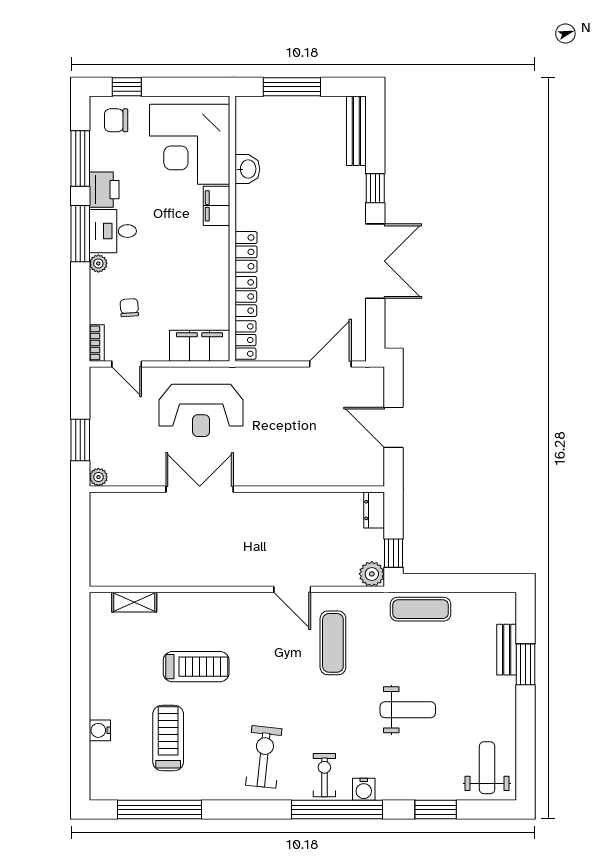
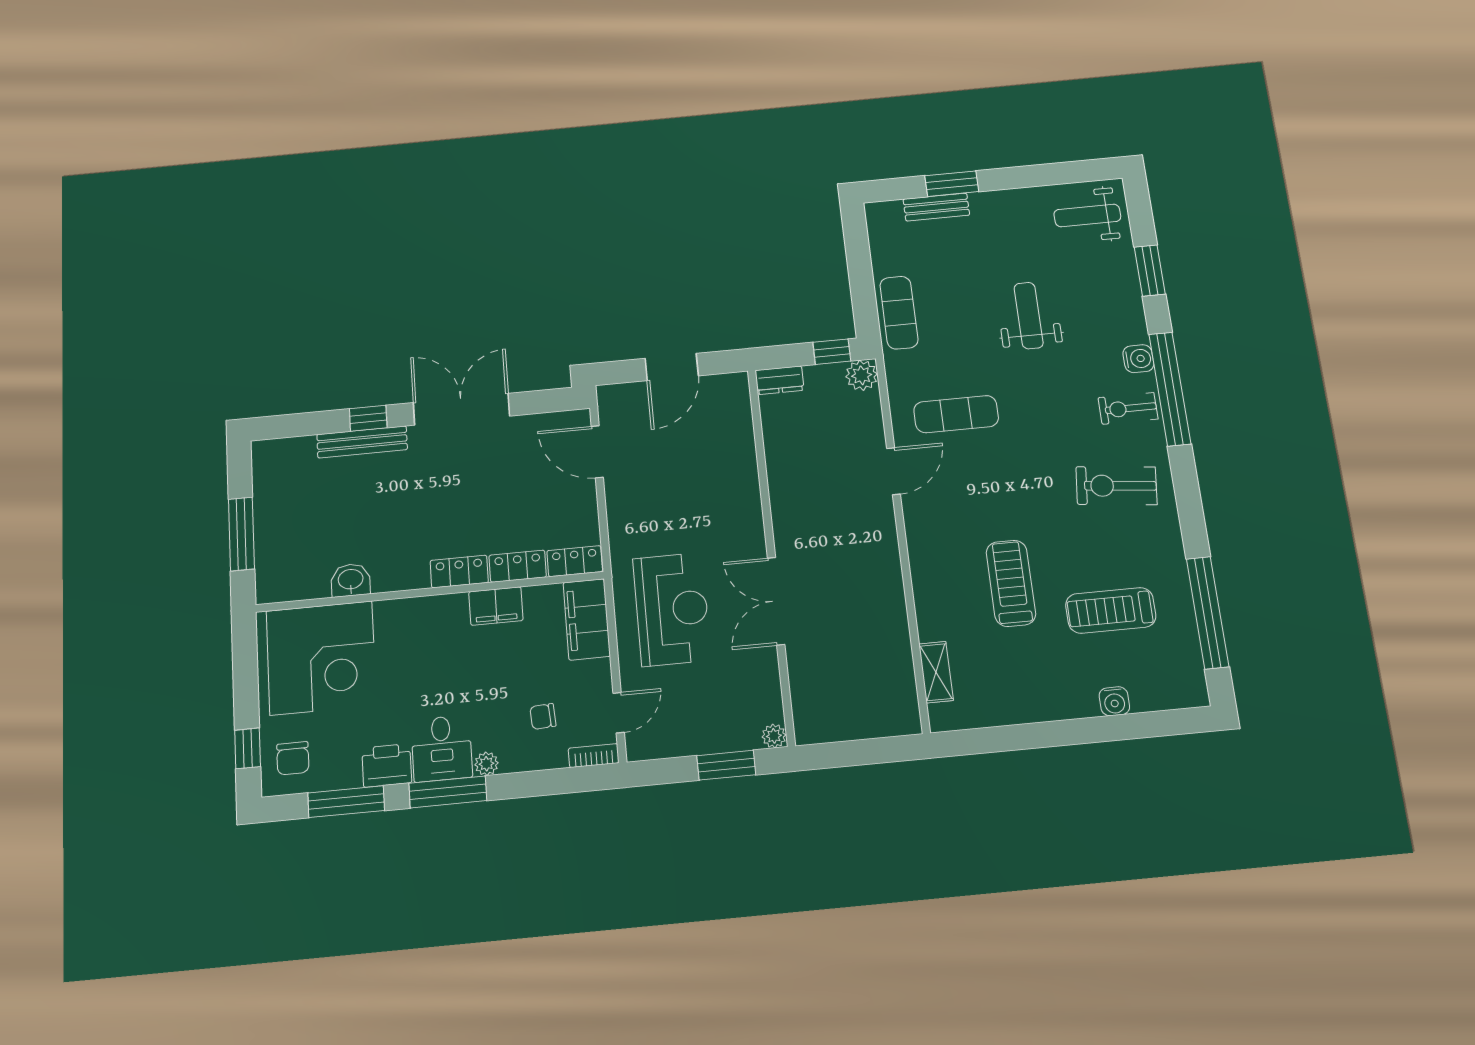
bench: (356, 131) -> (362, 442), moved
filing cabinet: (216, 206) -> (496, 606), moved

